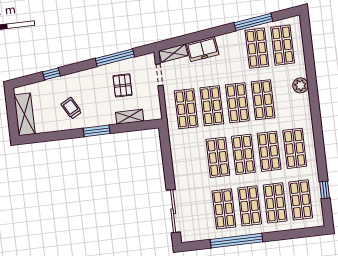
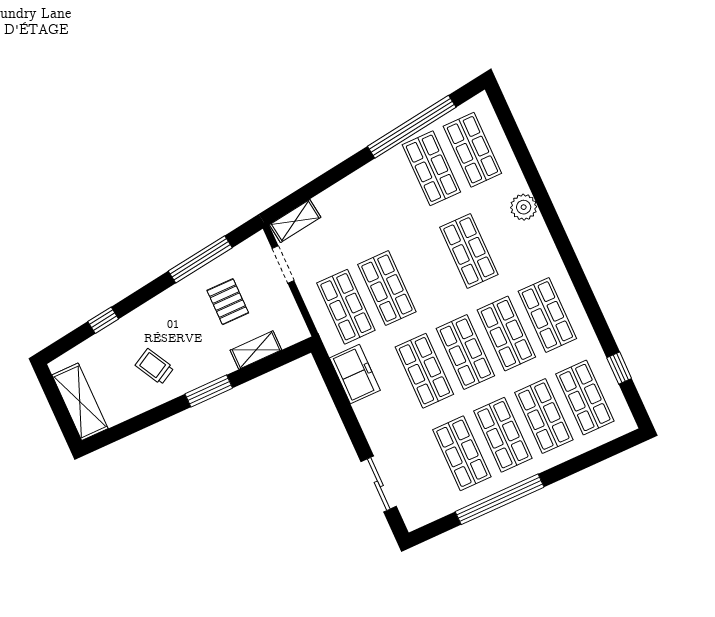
window: (253, 22) -> (412, 127), width x1.46
freezer: (203, 49) -> (355, 374), moved, turned -82
shop shelf: (237, 103) -> (428, 269), removed
sliding door: (173, 211) -> (379, 484), width x0.73

